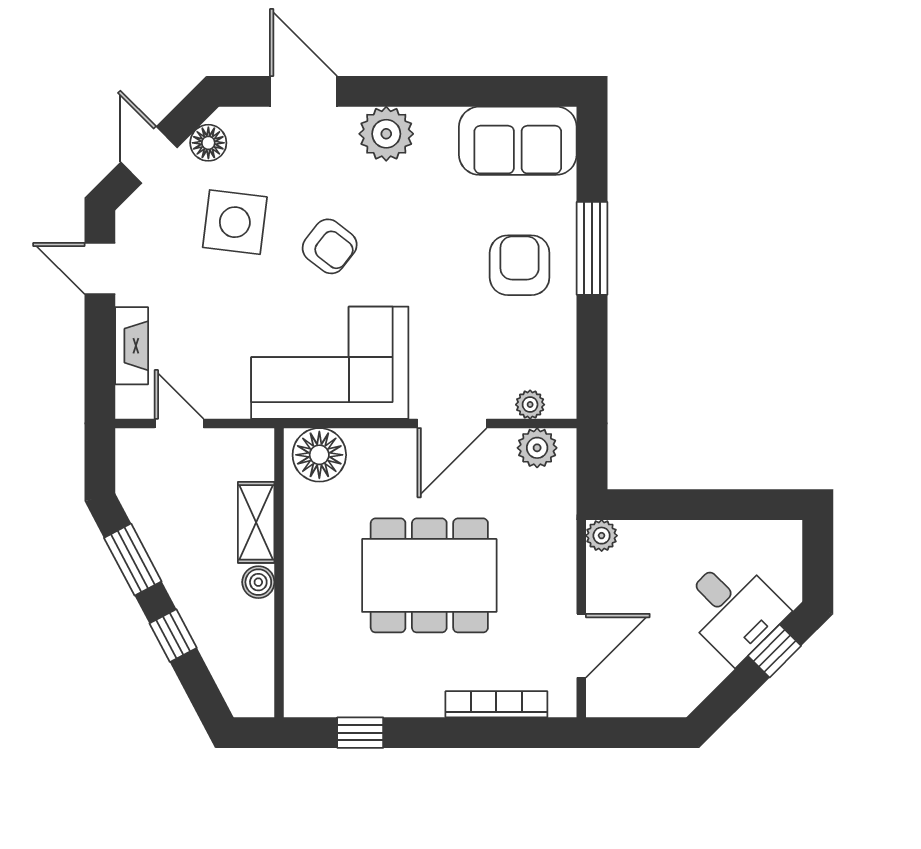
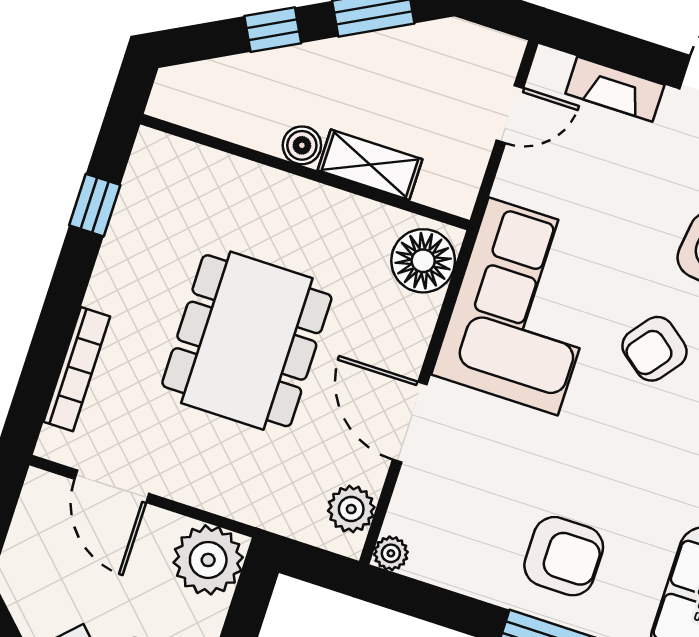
plant: (530, 405) -> (391, 553), moved
plant: (602, 536) -> (208, 560), width x1.88, depth x1.88

